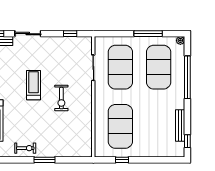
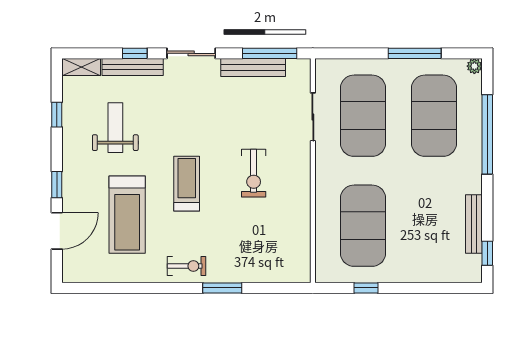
window: (70, 34) -> (270, 53), width x2.17
bench: (61, 41) -> (253, 67), added
treadmill: (33, 85) -> (187, 184), moved

